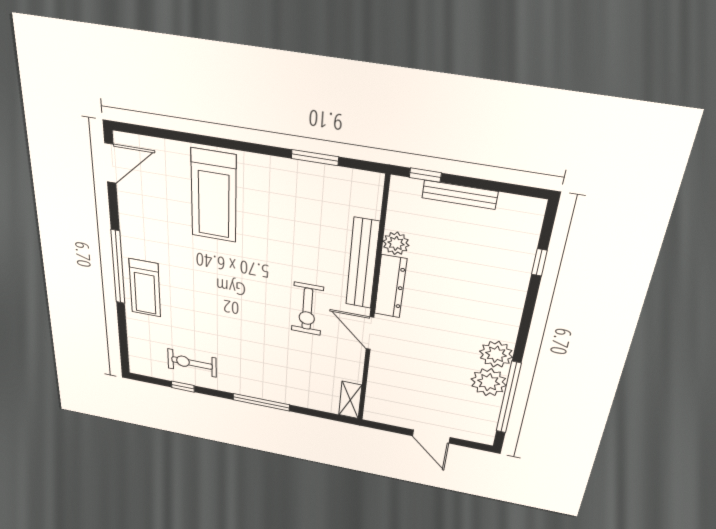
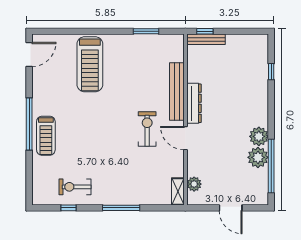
bench: (460, 195) -> (206, 39), moved
plant: (396, 243) -> (194, 184), moved
exercise bike: (307, 309) -> (147, 129), turned 180

